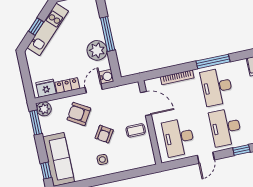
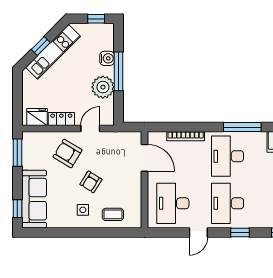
window: (213, 61) -> (242, 127), moved
water cooler: (106, 77) -> (107, 58), moved
plant: (44, 109) -> (30, 140), removed
coffee table: (136, 130) -> (113, 214), moved

